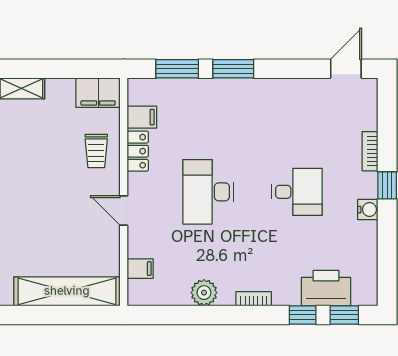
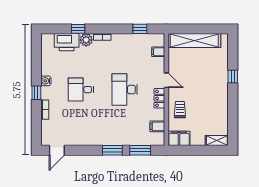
locker: (138, 151) -> (159, 98), moved
desk: (208, 192) -> (125, 90), turned 180
plant: (204, 293) -> (86, 40), moved
window: (344, 315) -> (140, 29), moved

